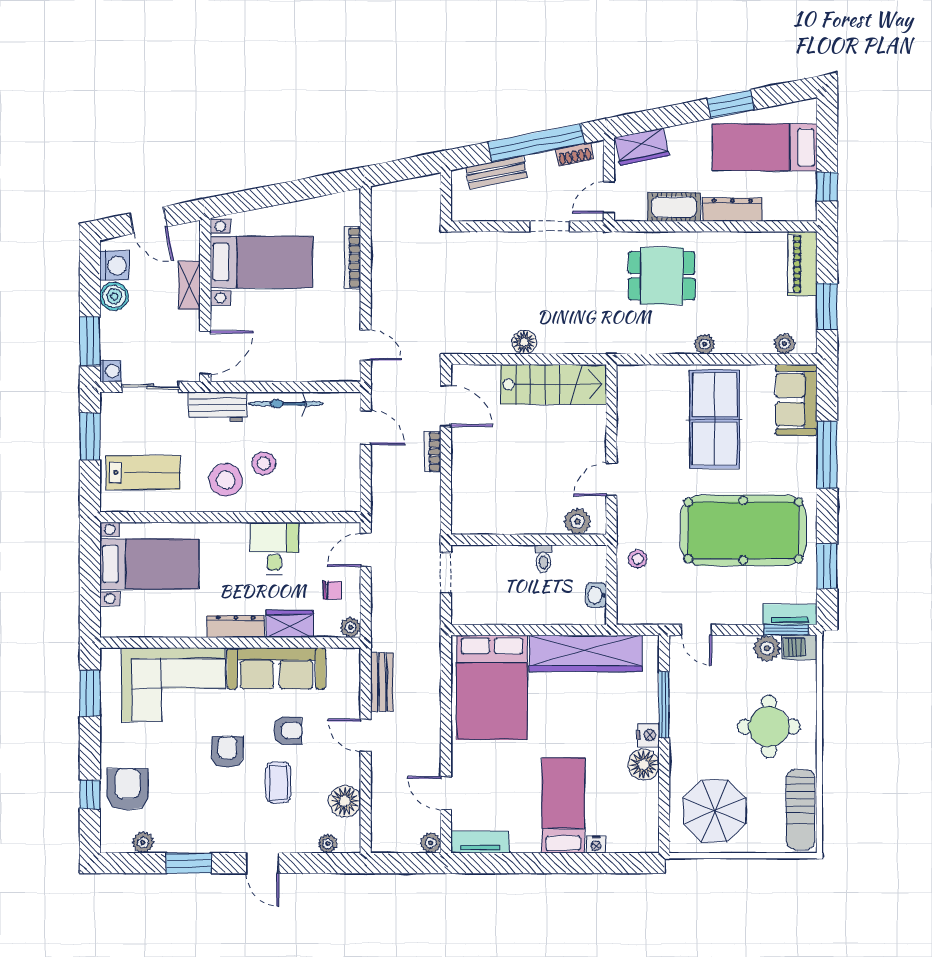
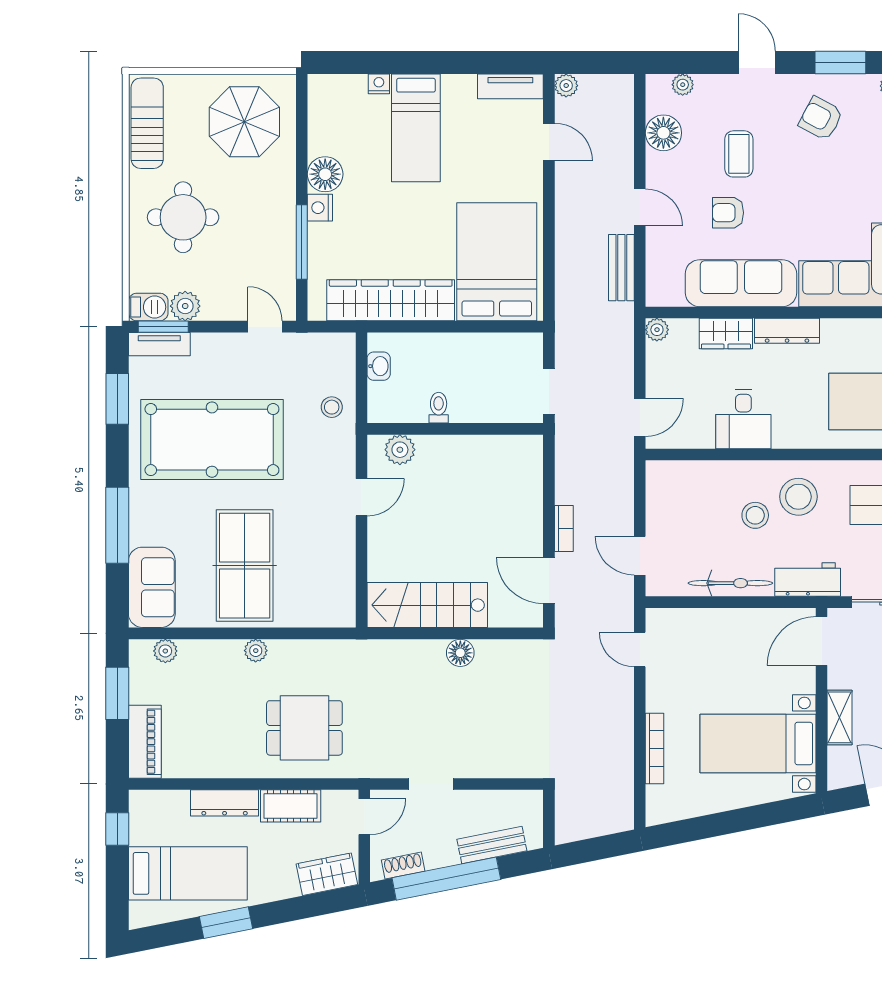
chair: (332, 590) -> (678, 372), removed
armchair: (227, 752) -> (821, 118), moved, turned 118

